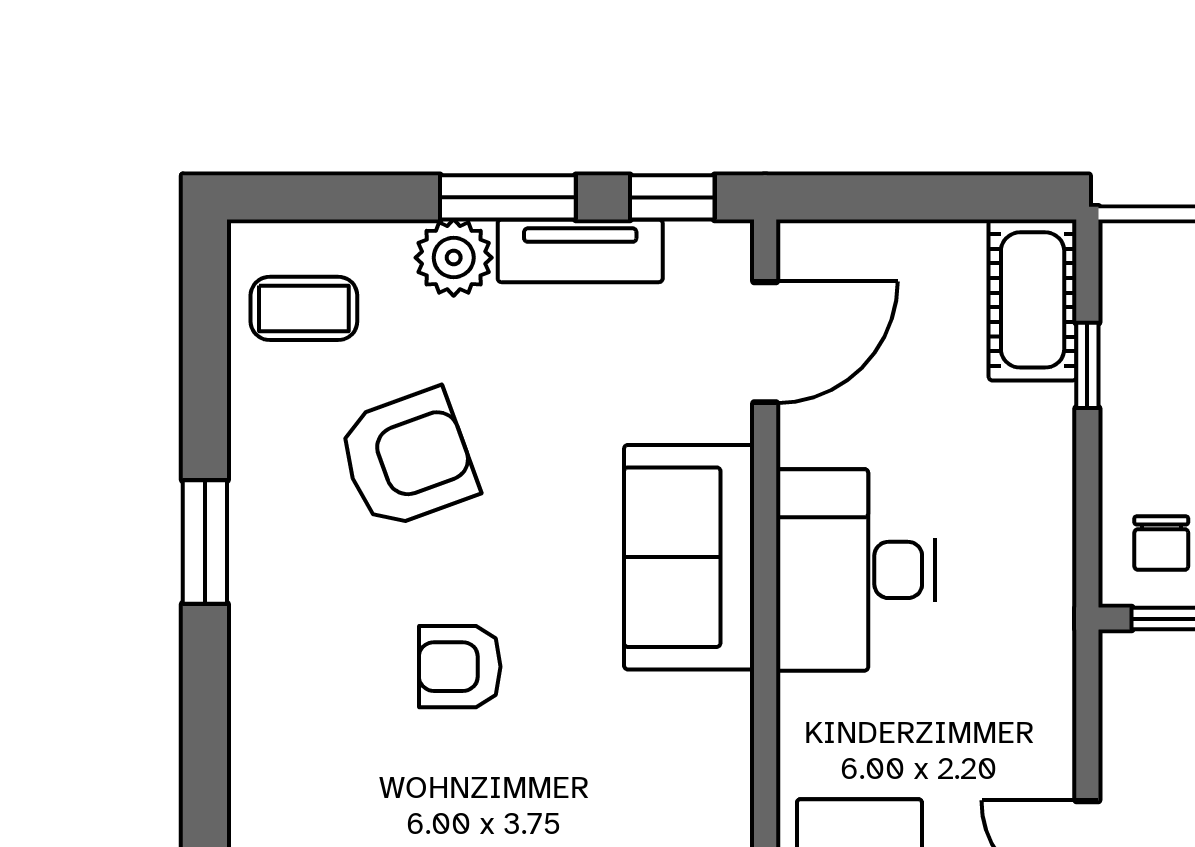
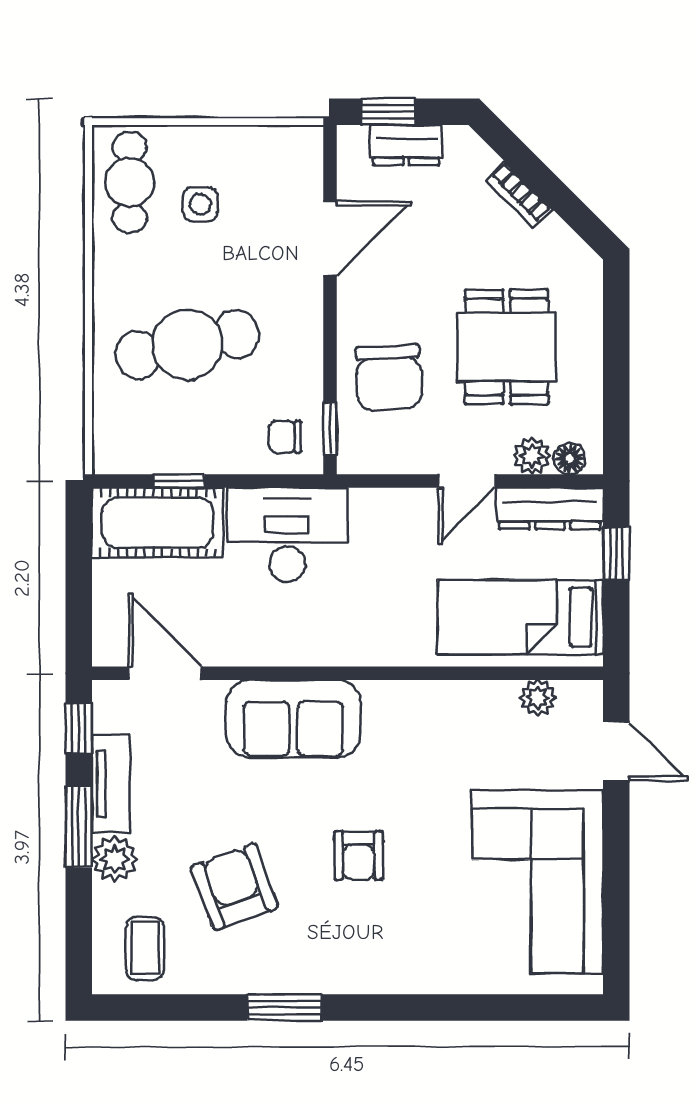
cot: (1033, 300) -> (158, 523), width x1.37, depth x1.34
chair: (1161, 543) -> (285, 437), turned 180
desk: (855, 570) -> (287, 535), moved, turned 180

